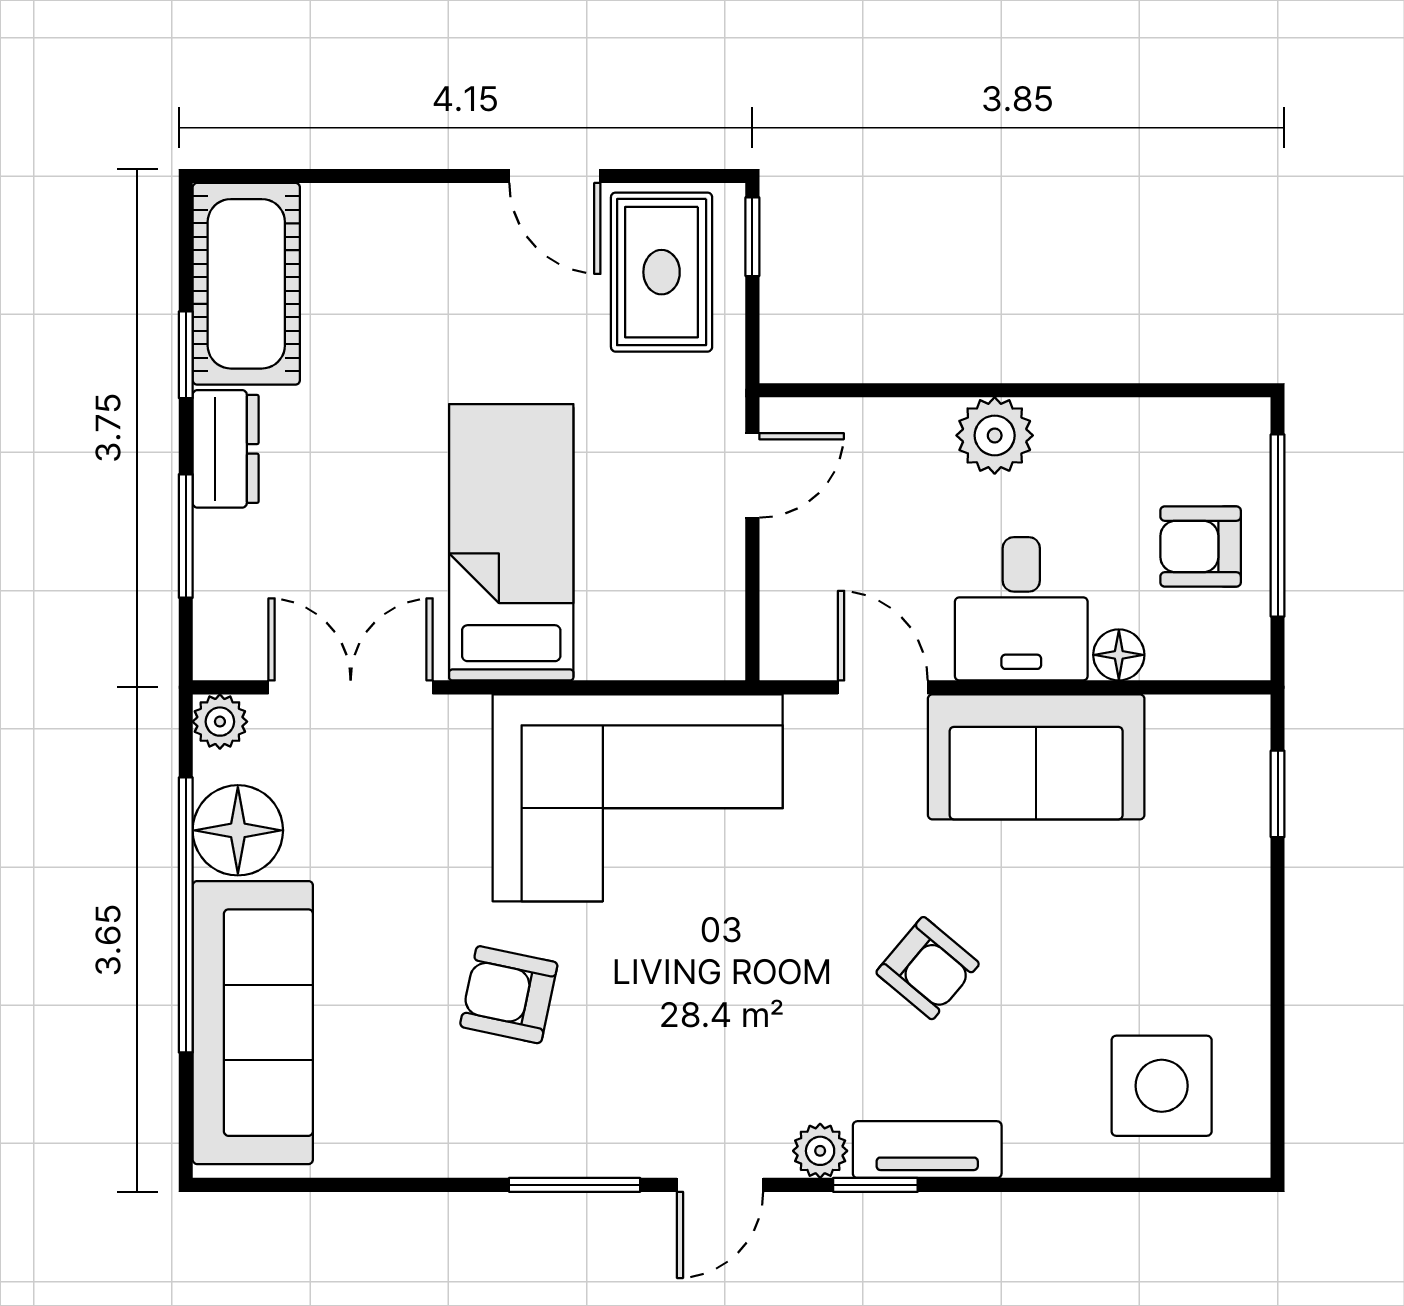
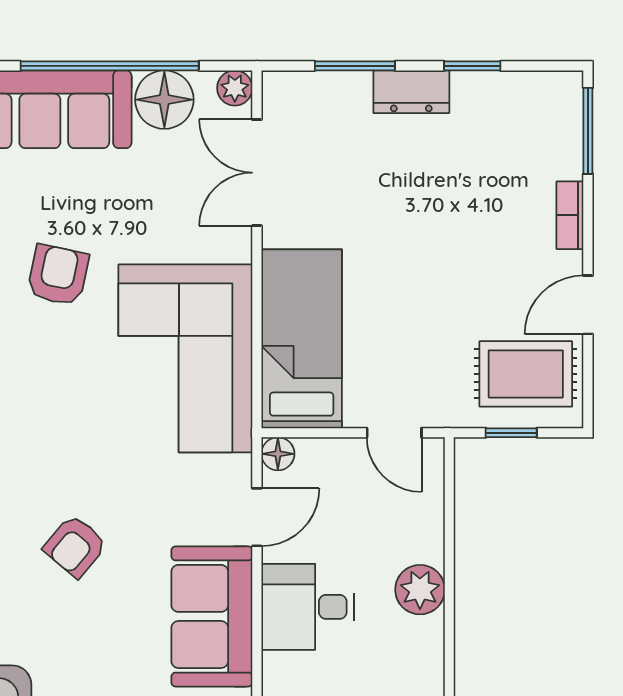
window: (286, 176) -> (588, 131), added
bookcase: (416, 204) -> (570, 215), added
window: (752, 237) -> (511, 433), moved
cot: (246, 284) -> (518, 105), removed
bed: (511, 542) -> (302, 339), moved, turned -90
floor lamp: (1119, 655) -> (278, 454), moved
double door: (351, 687) -> (257, 173), swing flipped

